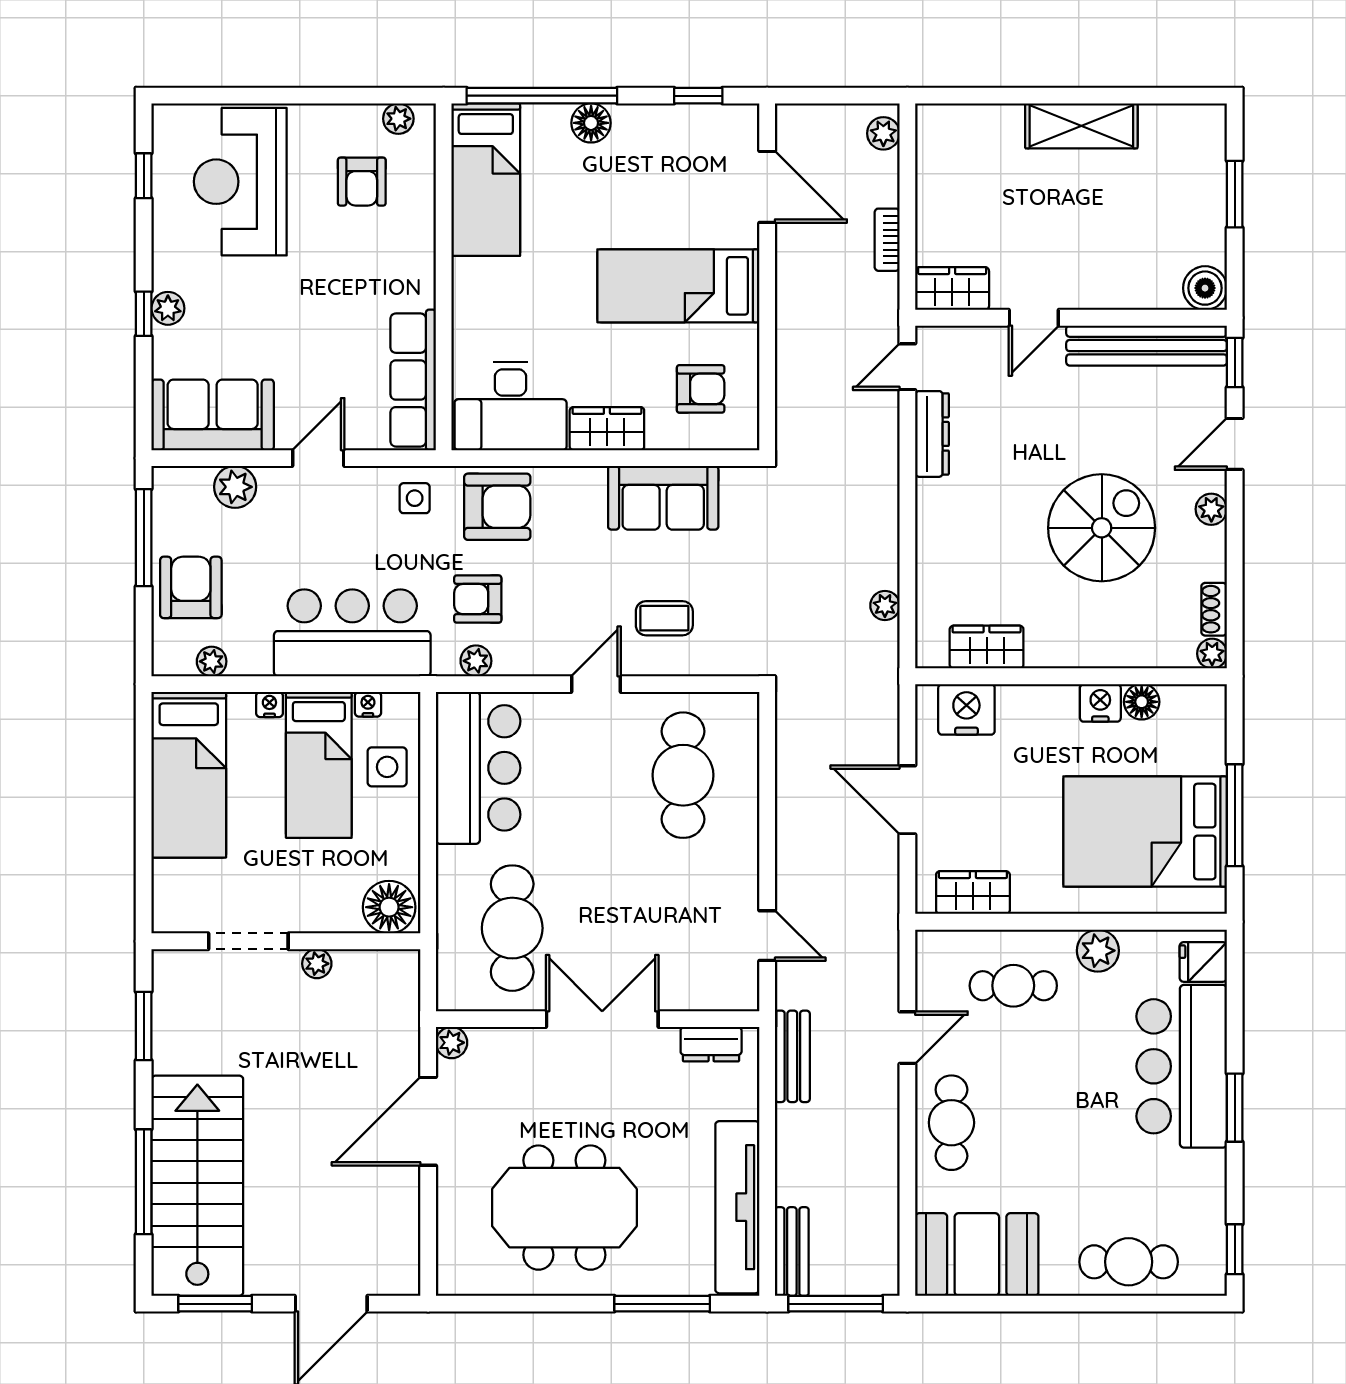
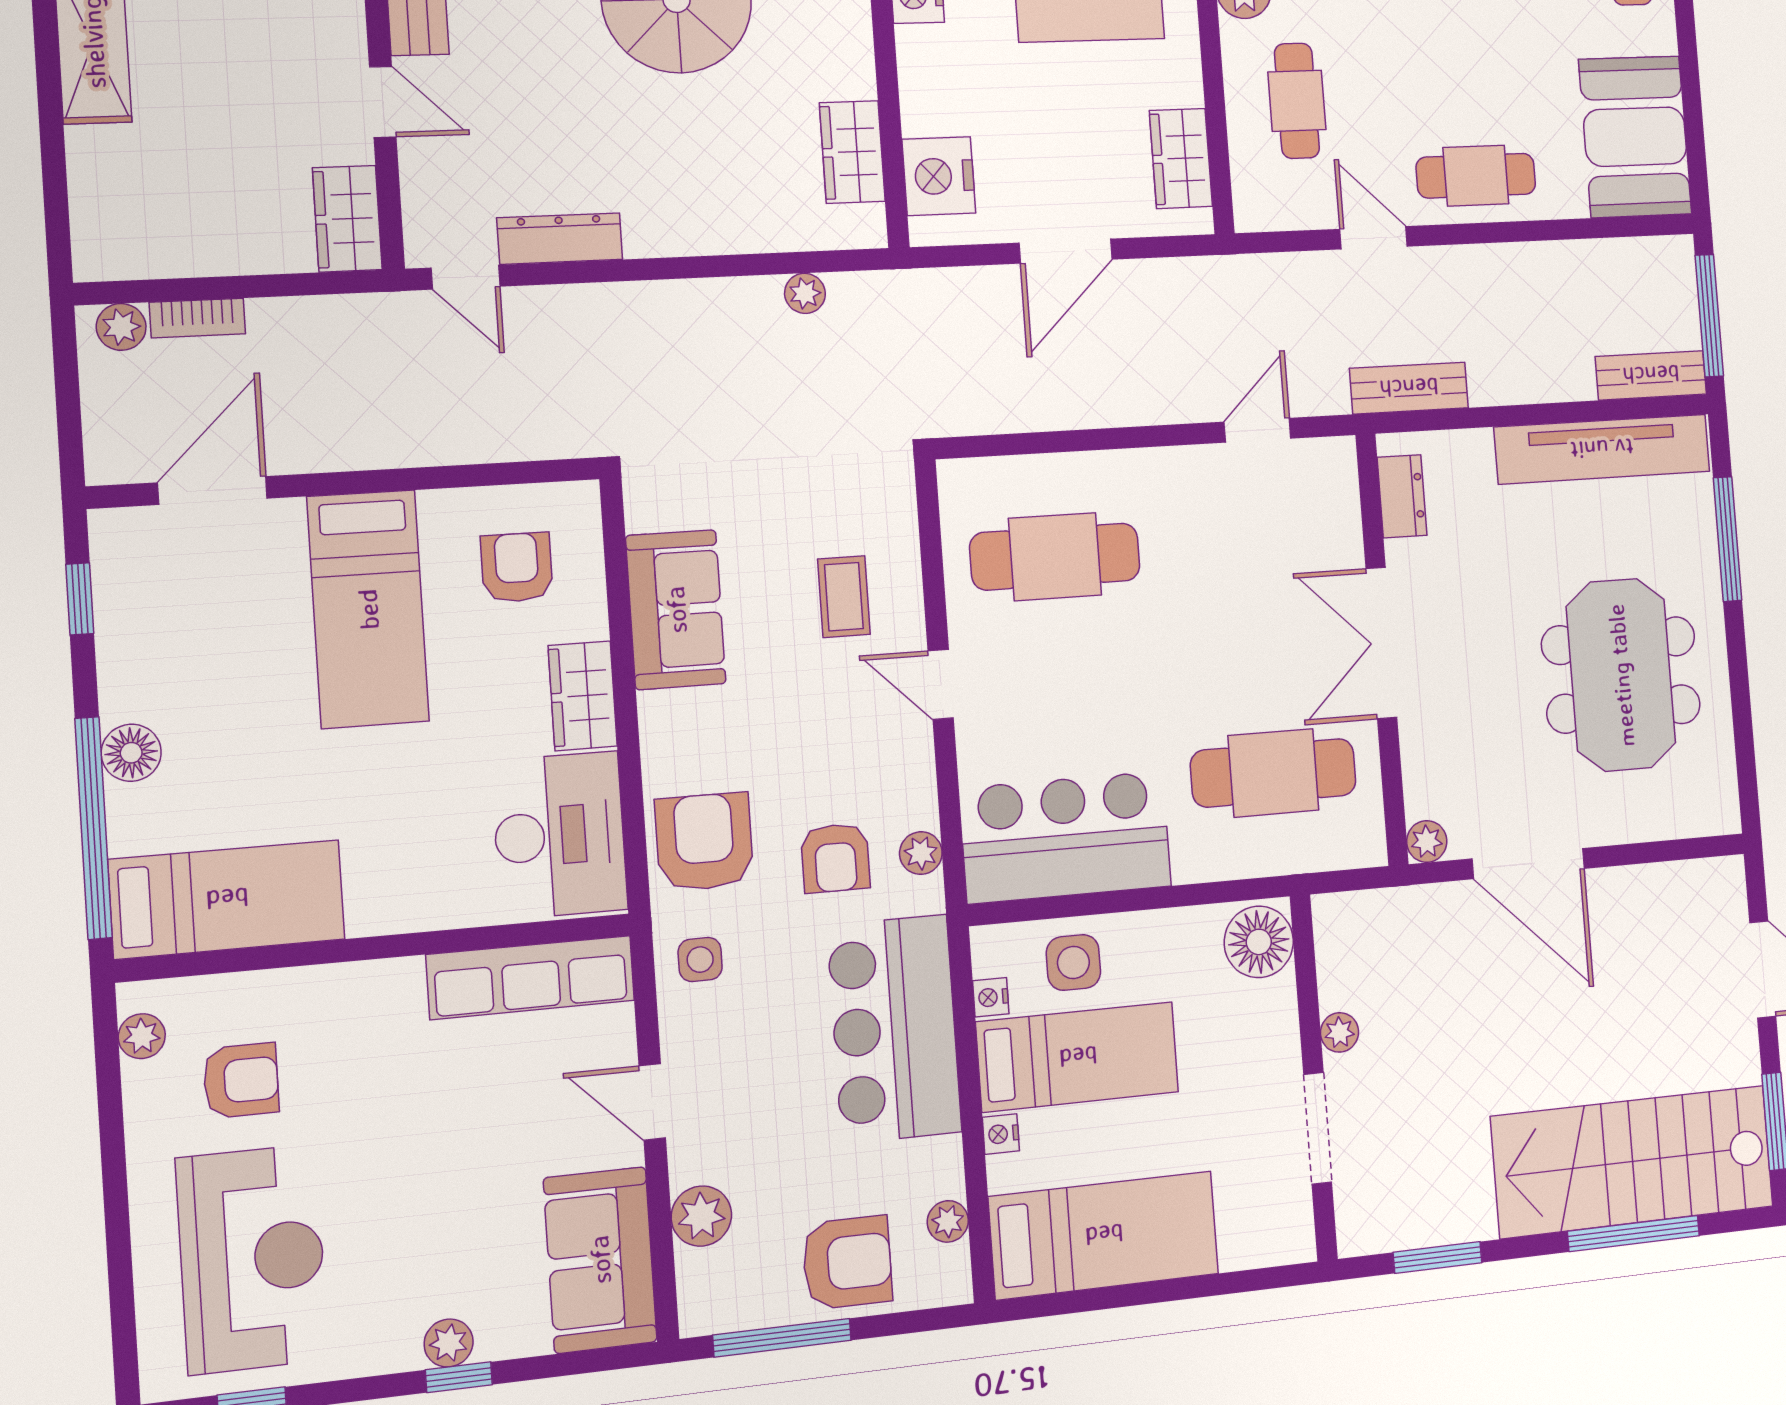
reception desk: (240, 182) -> (252, 1259), turned -90
bookcase: (887, 240) -> (197, 318), moved
armchair: (191, 587) -> (847, 1263), turned 180

